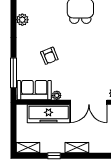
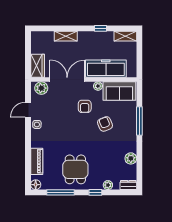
window: (13, 73) -> (139, 121), moved
armchair: (71, 74) -> (85, 106), added
shelving: (77, 148) -> (66, 36), moved

